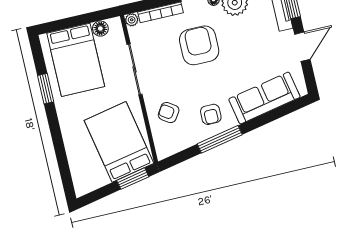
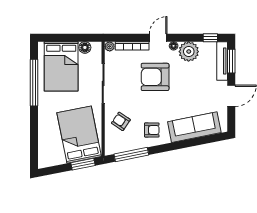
armchair: (199, 45) -> (155, 77), turned -90
window: (46, 89) -> (34, 83), width x2.11
armchair: (211, 114) -> (152, 130), turned -90
window: (220, 139) -> (131, 154), moved

